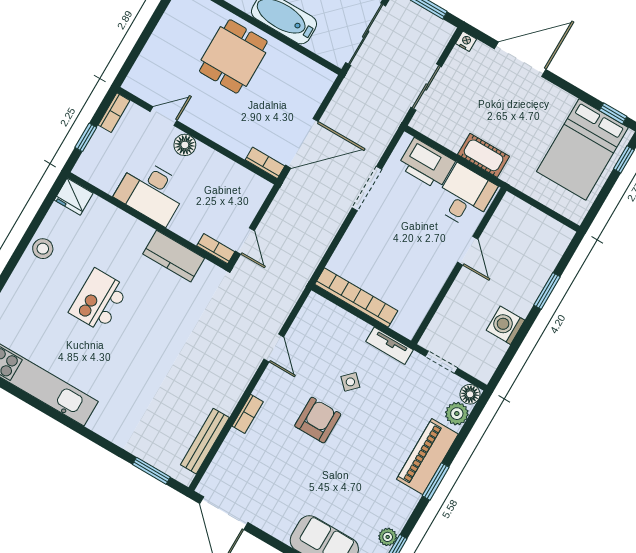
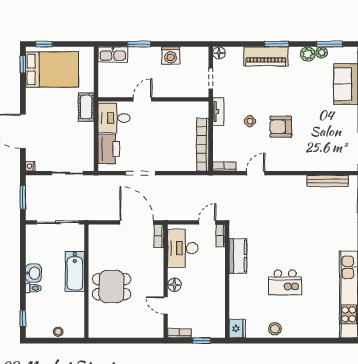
cot: (484, 155) -> (86, 107), moved
desk: (151, 191) -> (183, 248), moved, turned 180
kitchen sink: (554, 246) -> (113, 55), added
bookcase: (248, 414) -> (224, 166), moved
plant: (457, 414) -> (308, 54), moved

